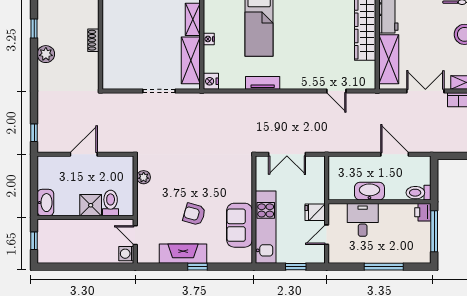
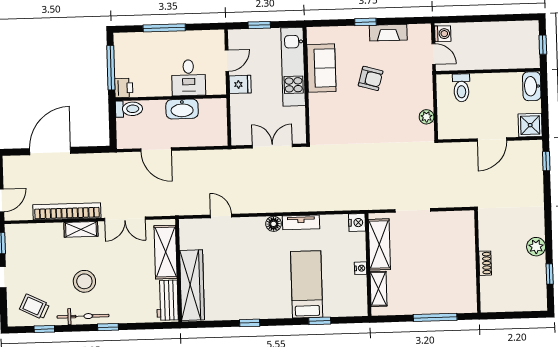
floor lamp: (288, 82) -> (274, 224), added
shower: (91, 205) -> (530, 125), moved
fireplace: (183, 254) -> (388, 33), width x0.73, depth x0.76

